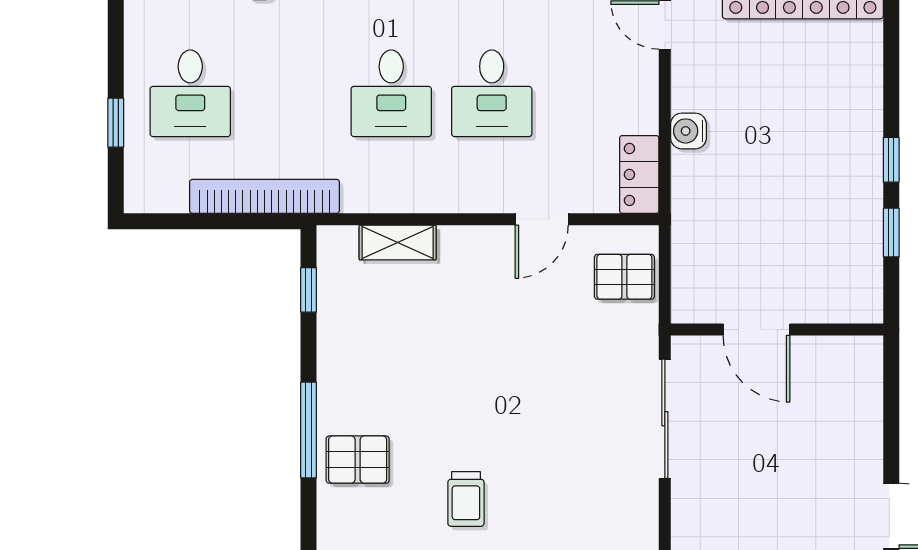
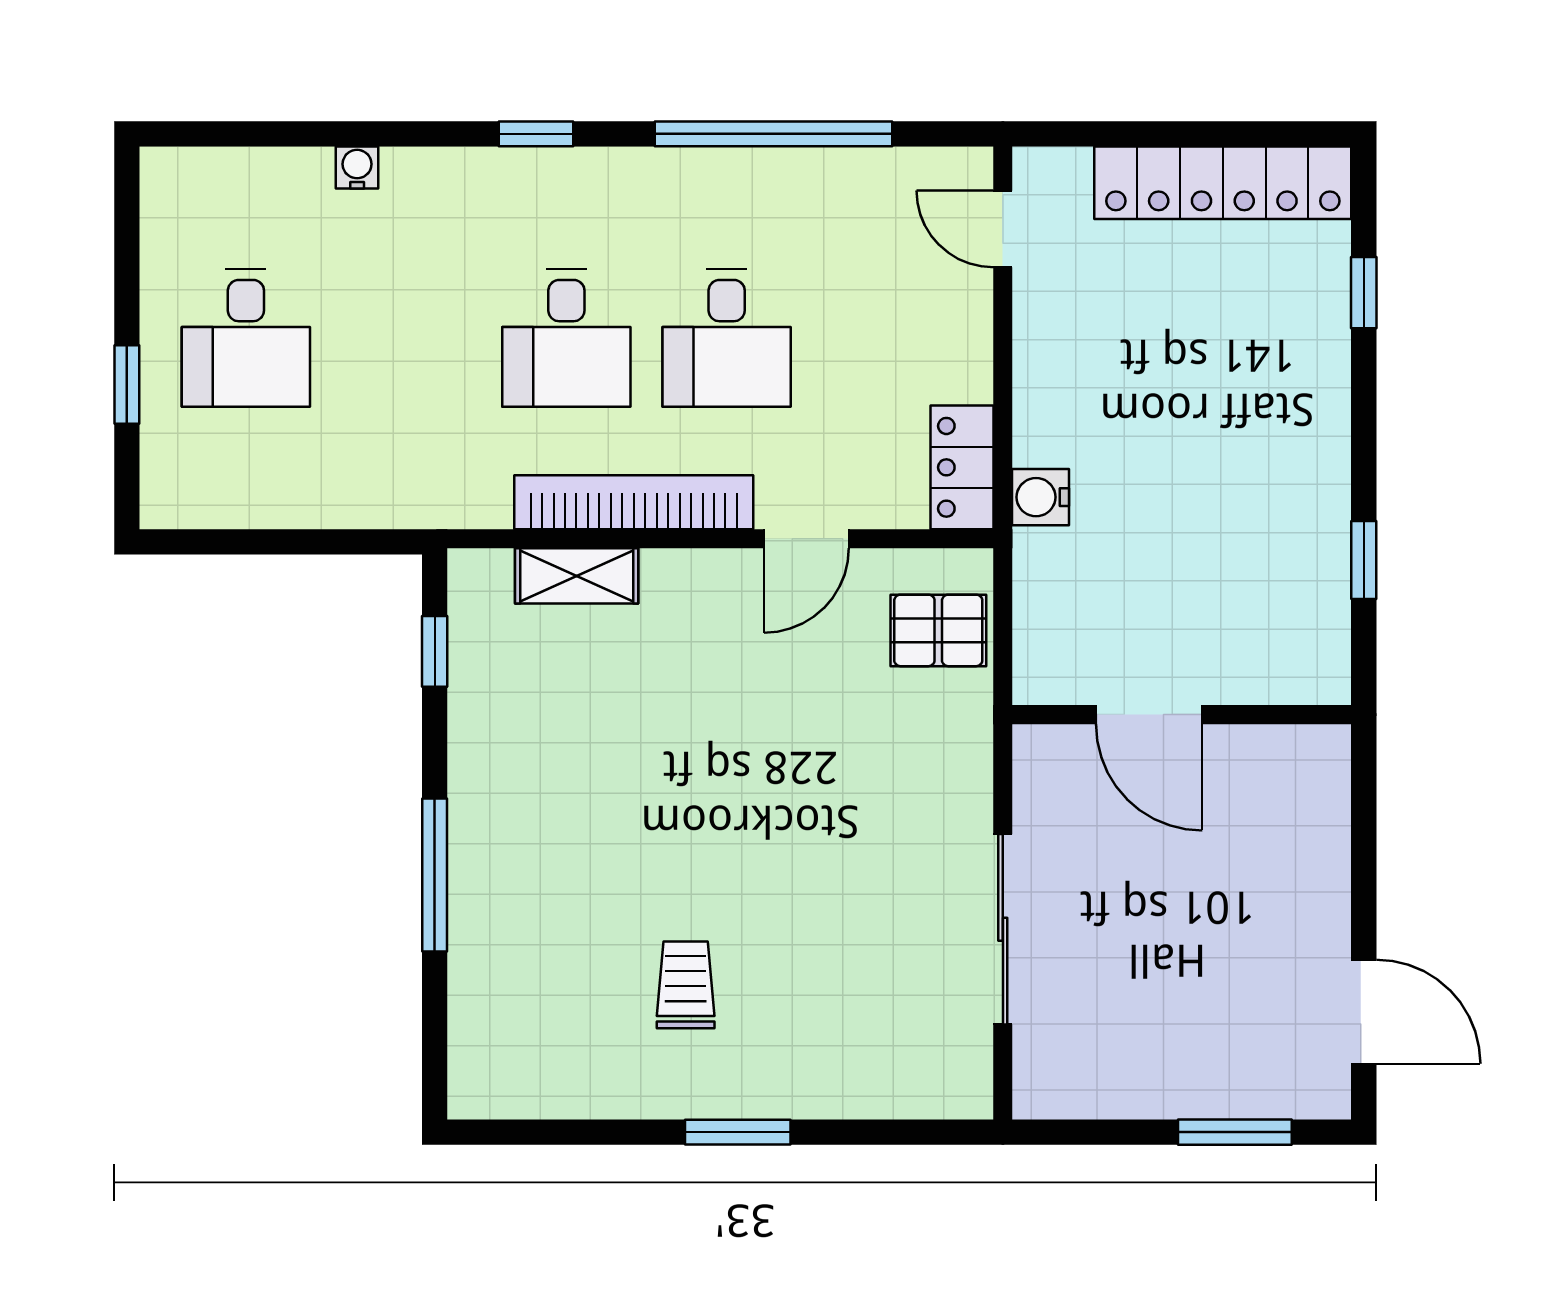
water cooler: (688, 131) -> (1041, 497), moved
window: (891, 160) -> (1364, 293), moved
bookcase: (265, 196) -> (634, 502), moved
sliding door: (665, 419) -> (1003, 929), moved
pallet: (358, 460) -> (513, 922), removed
trolley: (466, 499) -> (686, 985), turned 180

